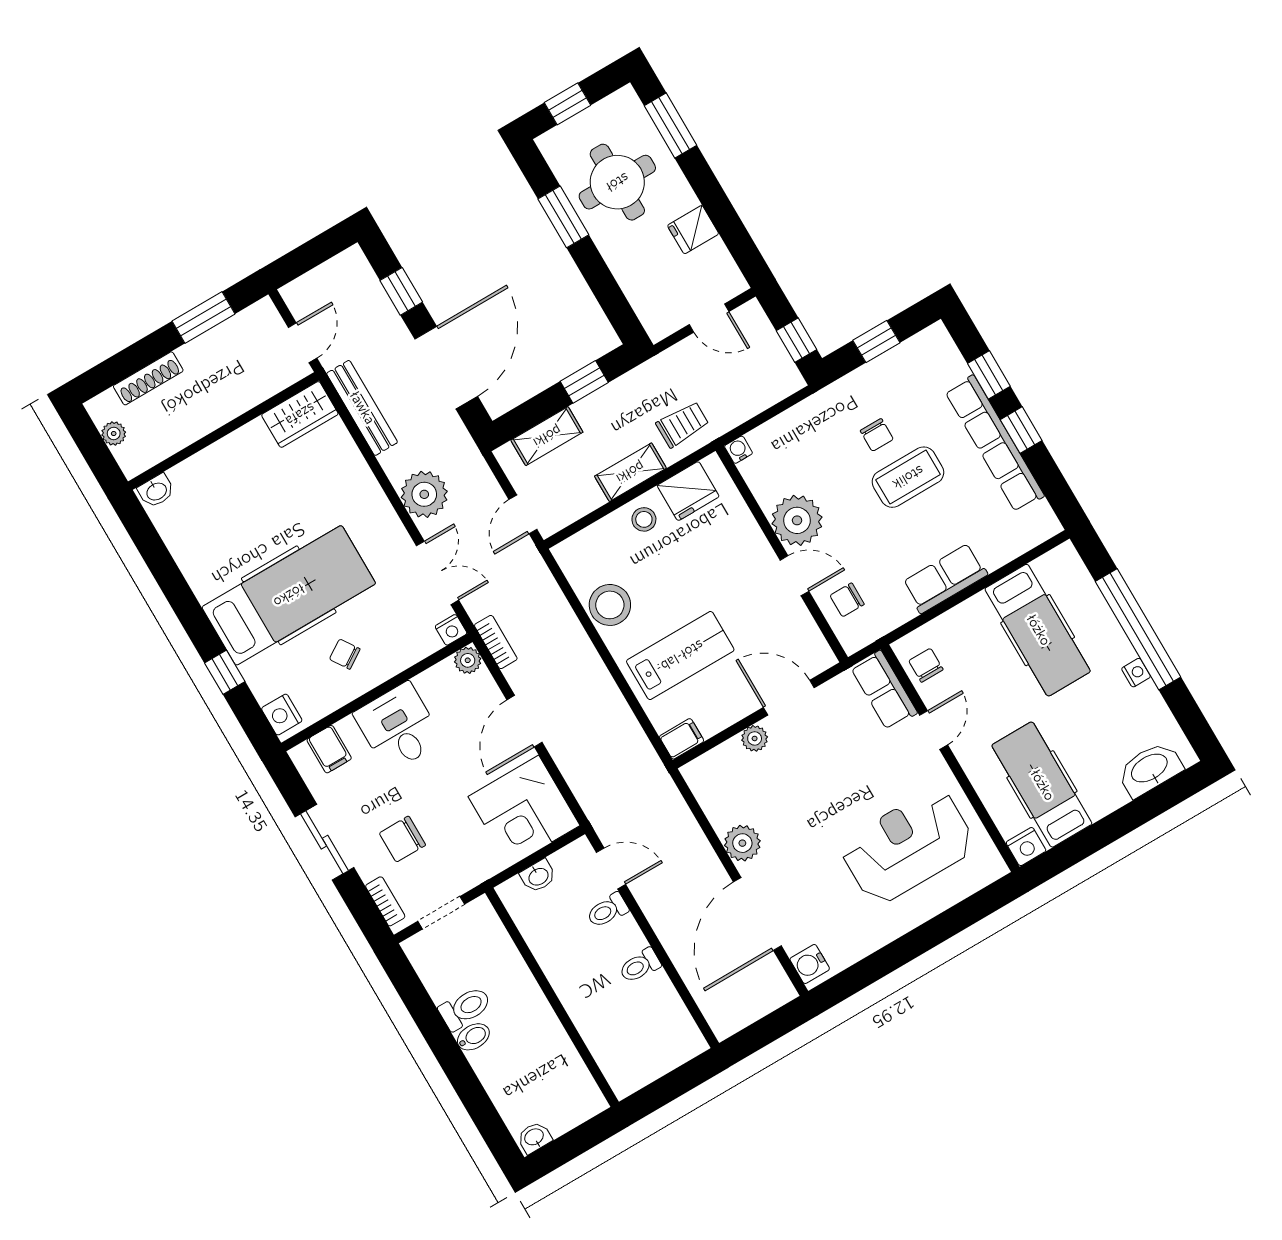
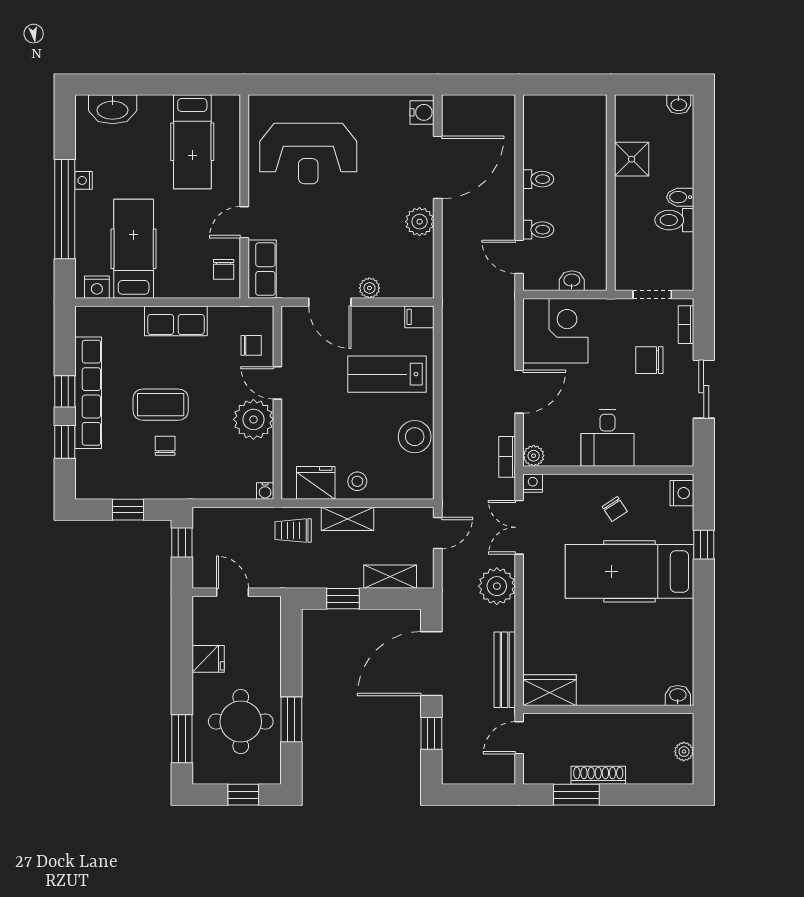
shoe rack: (148, 378) -> (598, 775), moved
filing cabinet: (329, 749) -> (663, 451), removed
chair: (402, 839) -> (649, 360), turned 180
nightstand: (1026, 847) -> (97, 287), moved, turned 180
shower: (551, 1047) -> (632, 159), added

